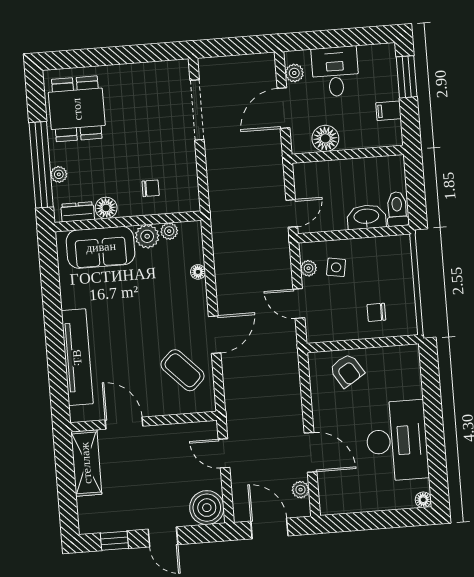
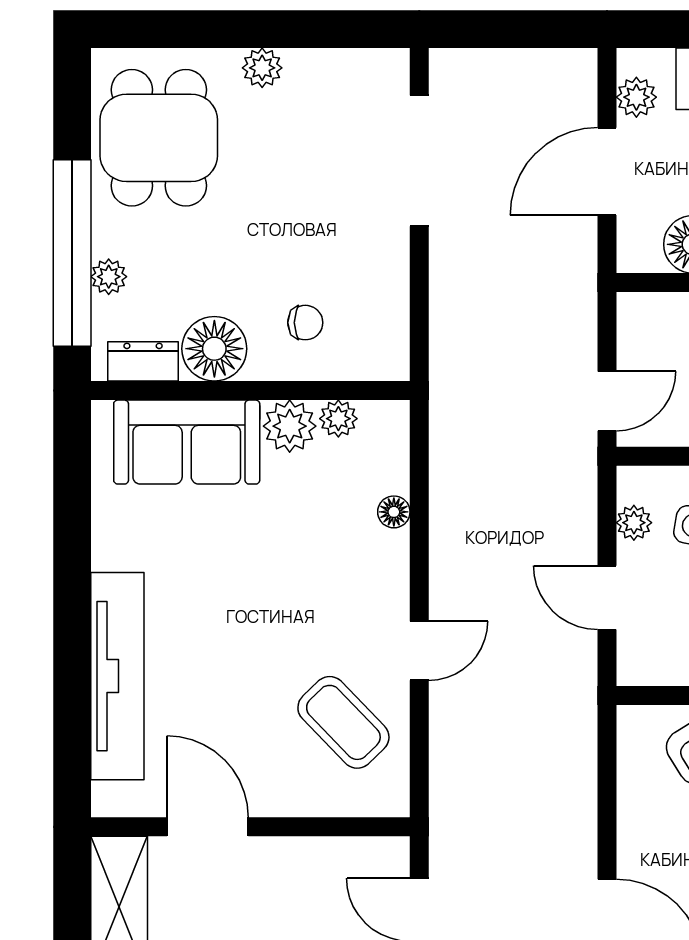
plant: (122, 73) -> (262, 68), added
floor lamp: (106, 208) -> (214, 349), width x1.38, depth x1.38
door: (215, 335) -> (419, 651), width x0.73

